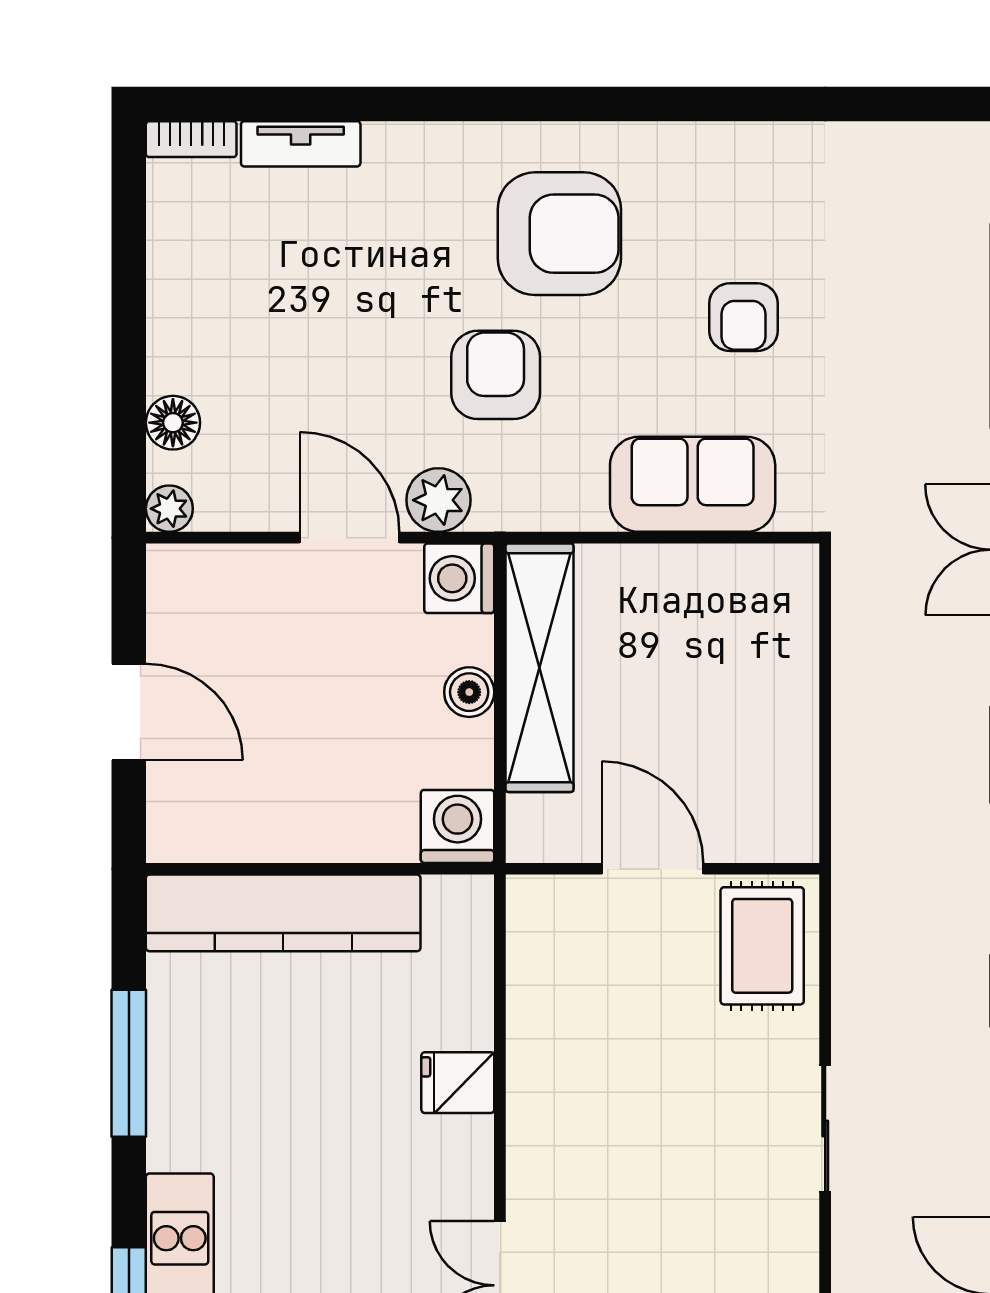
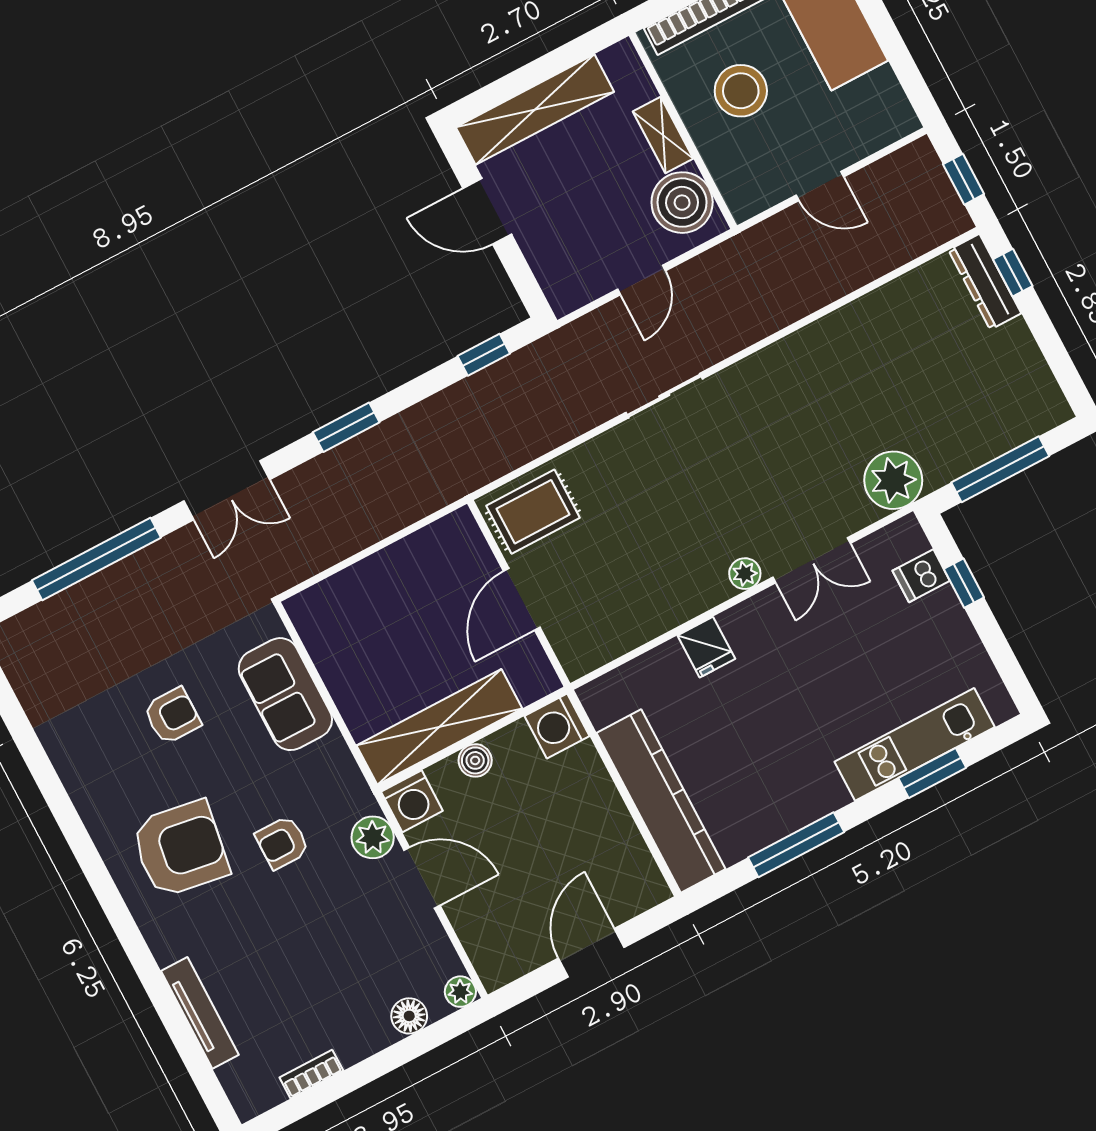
bookcase: (191, 139) -> (311, 1074), moved, turned -90
tv unit: (301, 144) -> (200, 1013), width x1.41
armchair: (559, 234) -> (180, 849), turned 99
armchair: (496, 375) -> (282, 843), width x0.72, depth x0.72
door: (350, 538) -> (422, 878), swing flipped
sliding door: (825, 1128) -> (664, 396), moved
plant: (529, 1186) -> (745, 574), added

